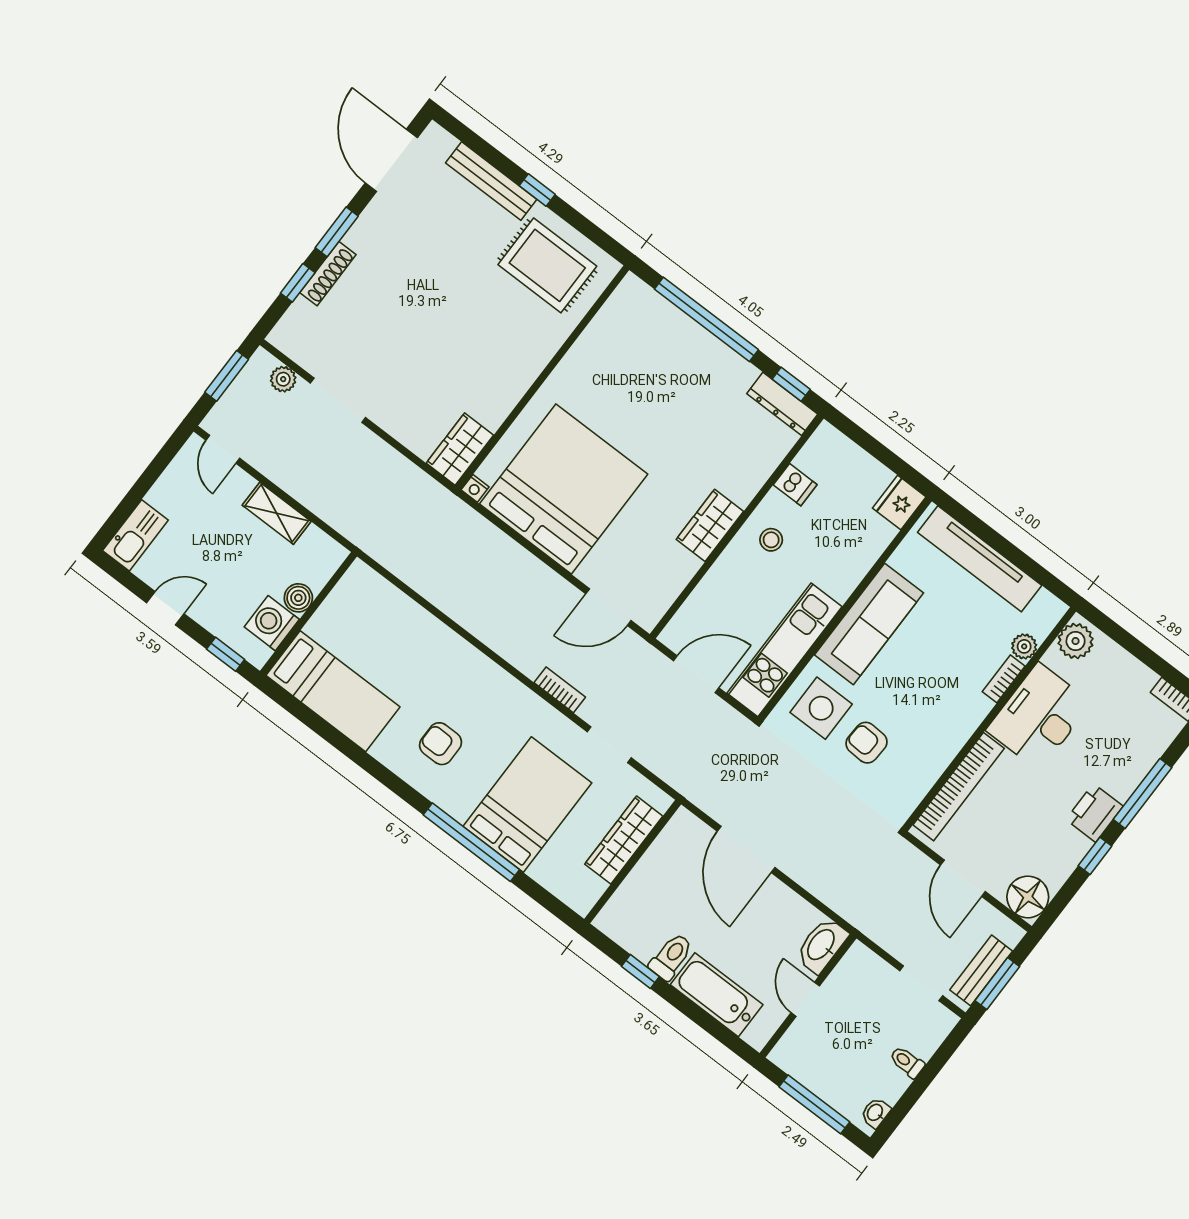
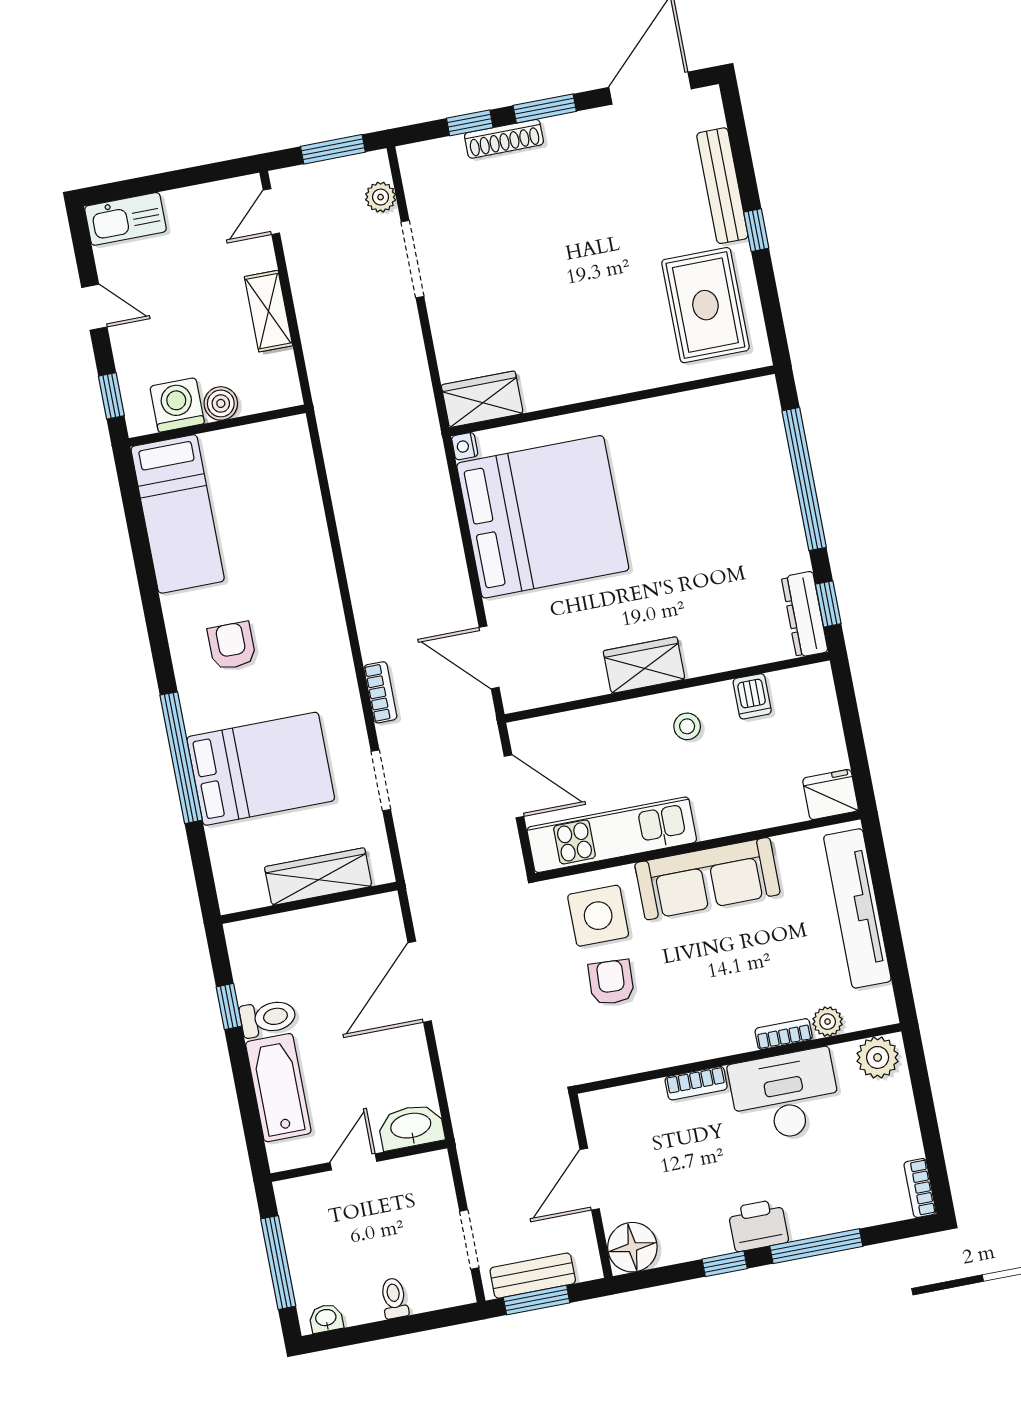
bookcase: (959, 787) -> (696, 1083), width x0.43, depth x0.76

